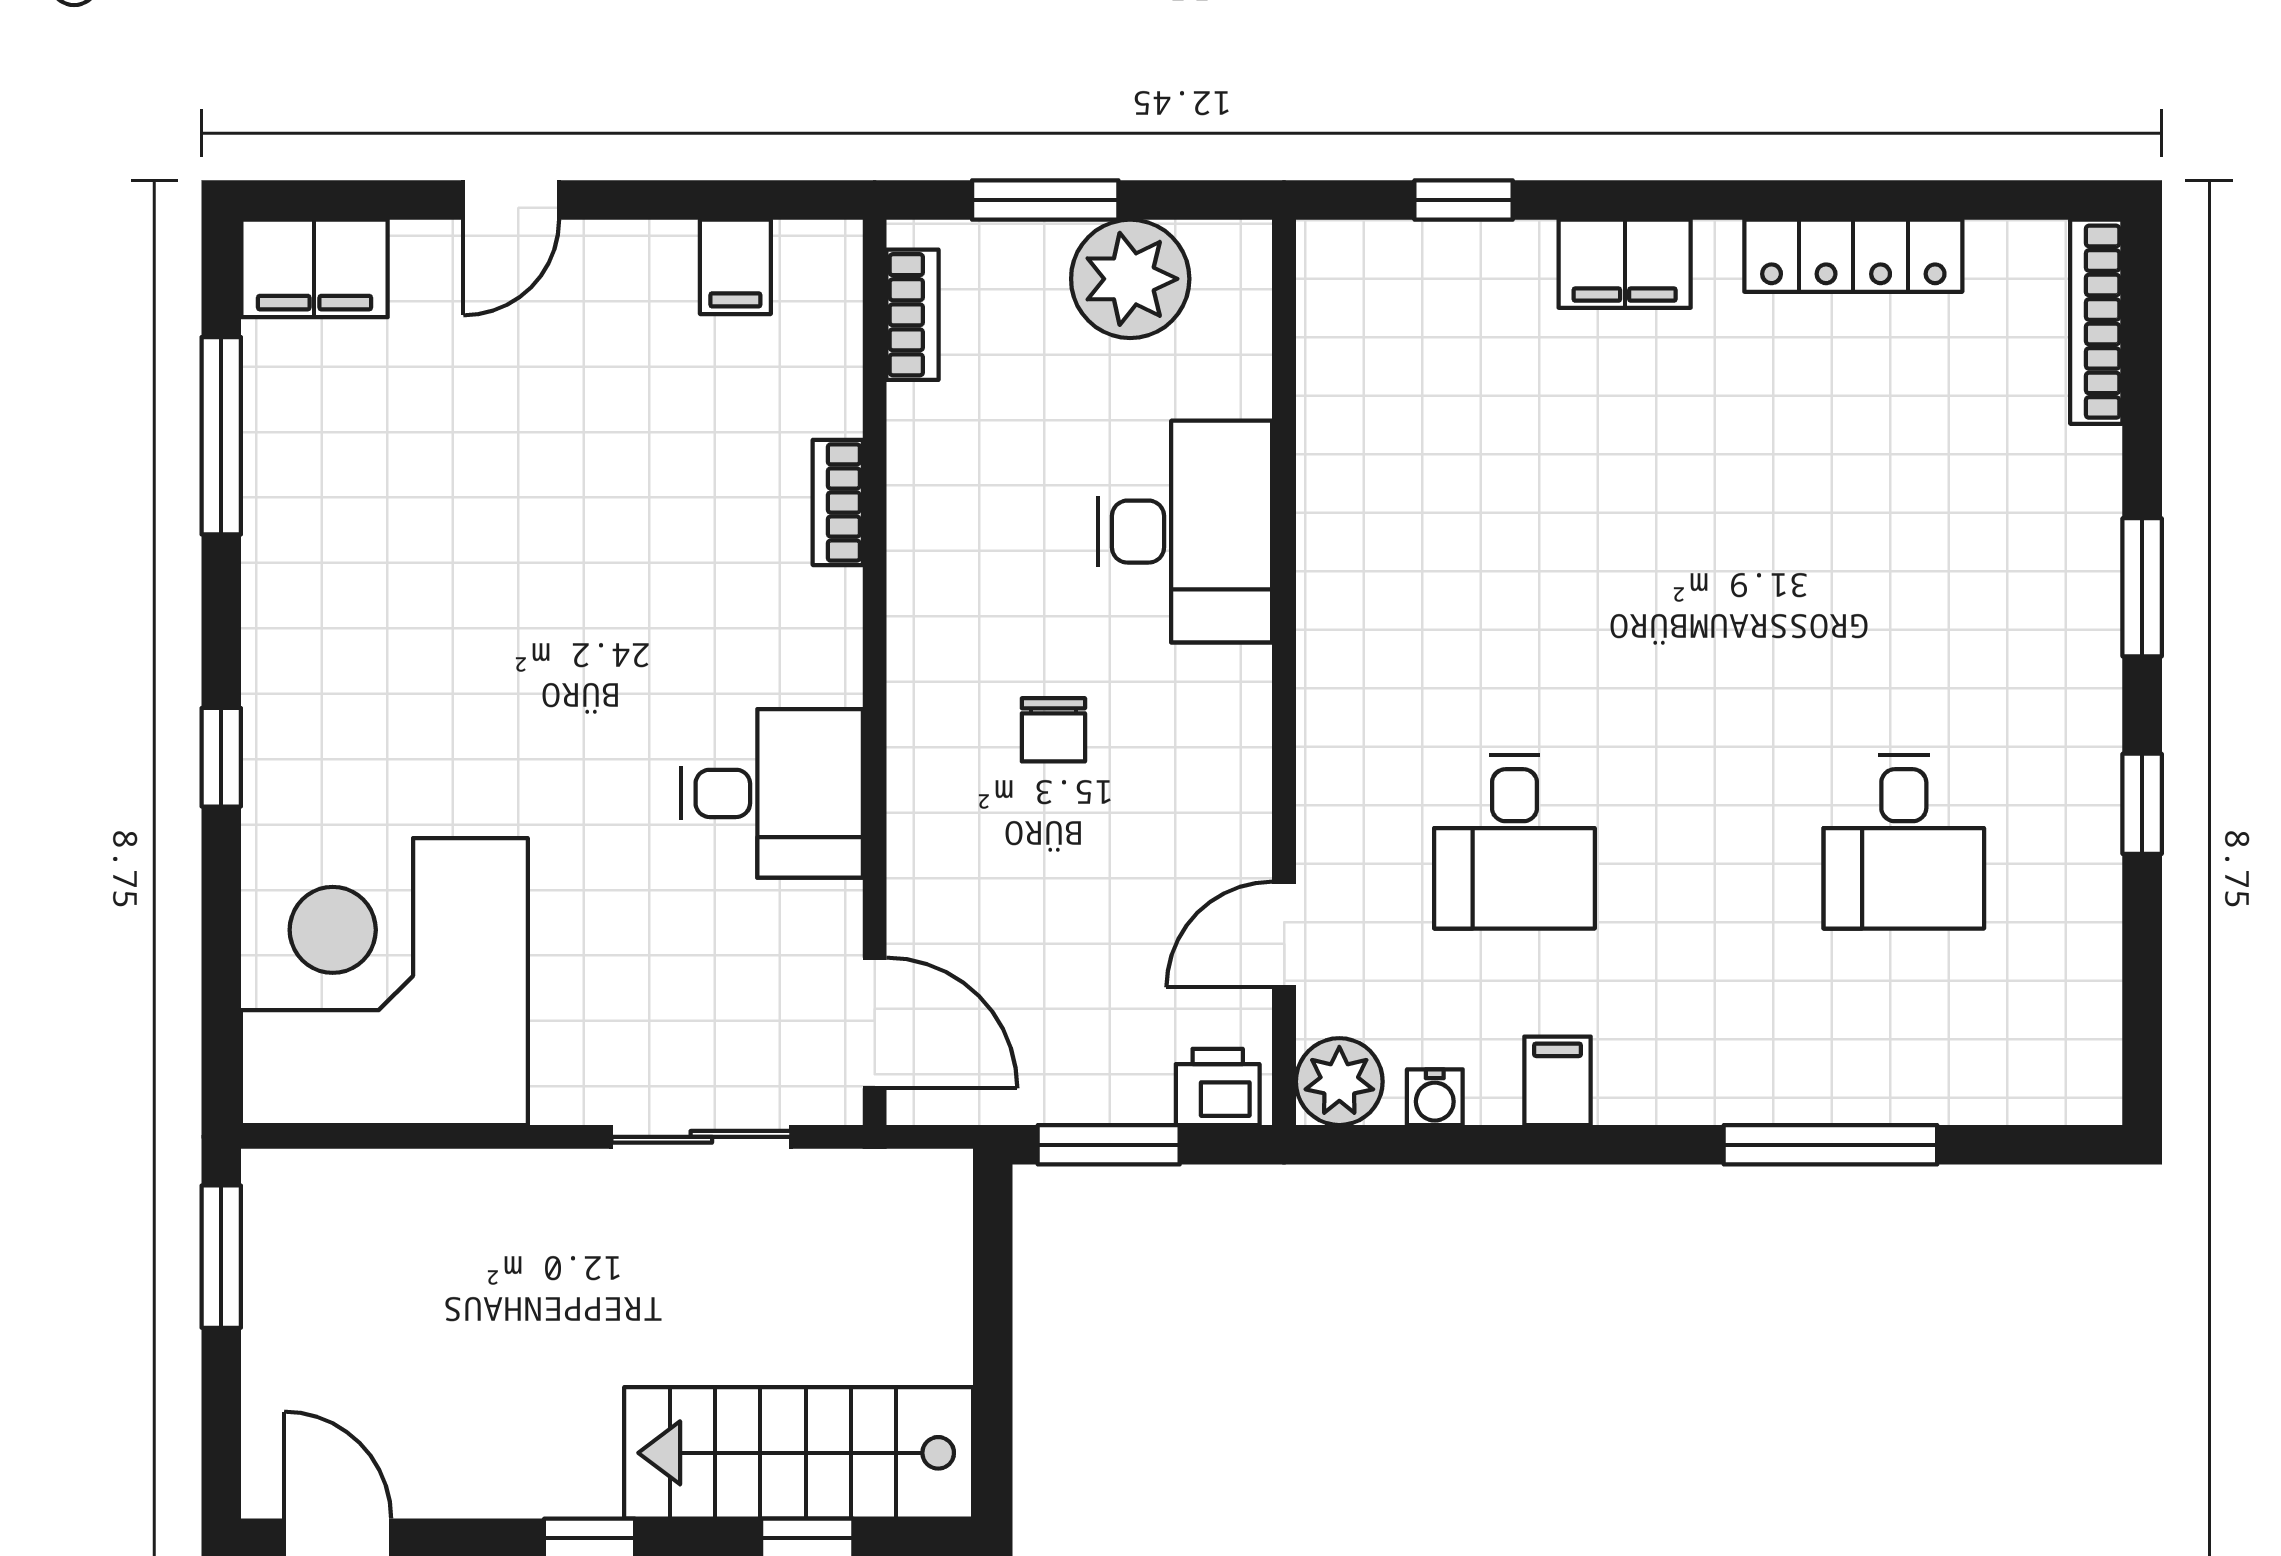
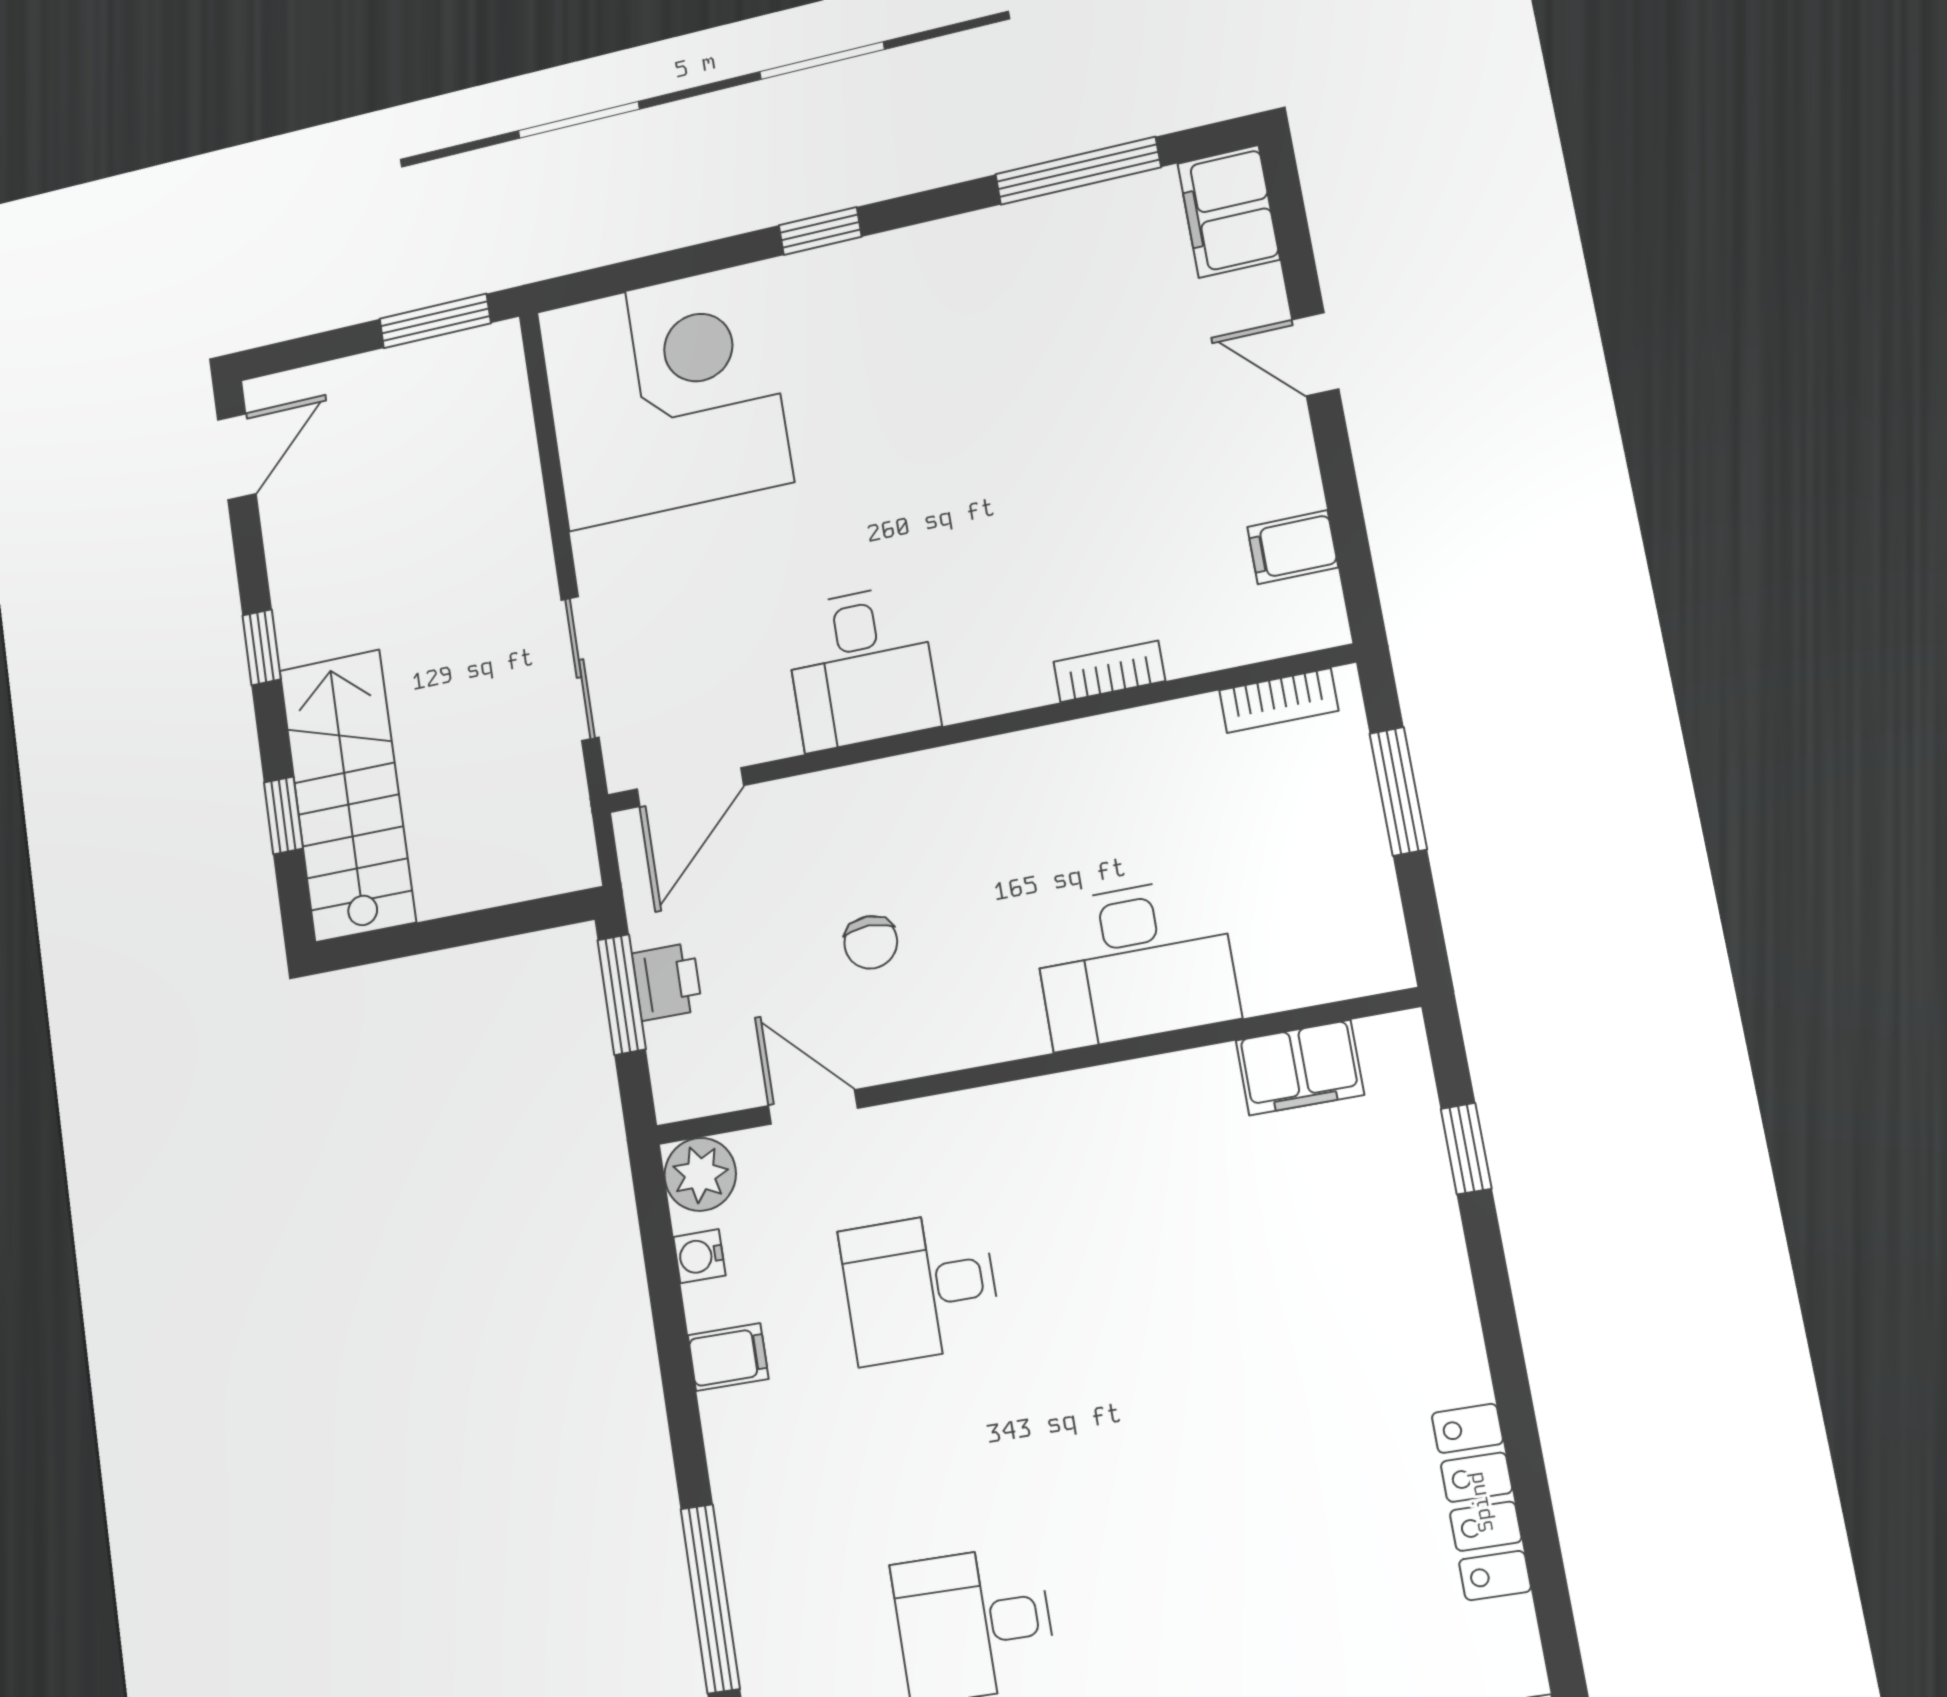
filing cabinet: (1625, 264) -> (1300, 1068), moved, turned -90
plant: (1130, 279) -> (1343, 876), removed
chair: (1053, 730) -> (871, 942), moved, turned -90
printer: (1218, 1087) -> (667, 982), moved

